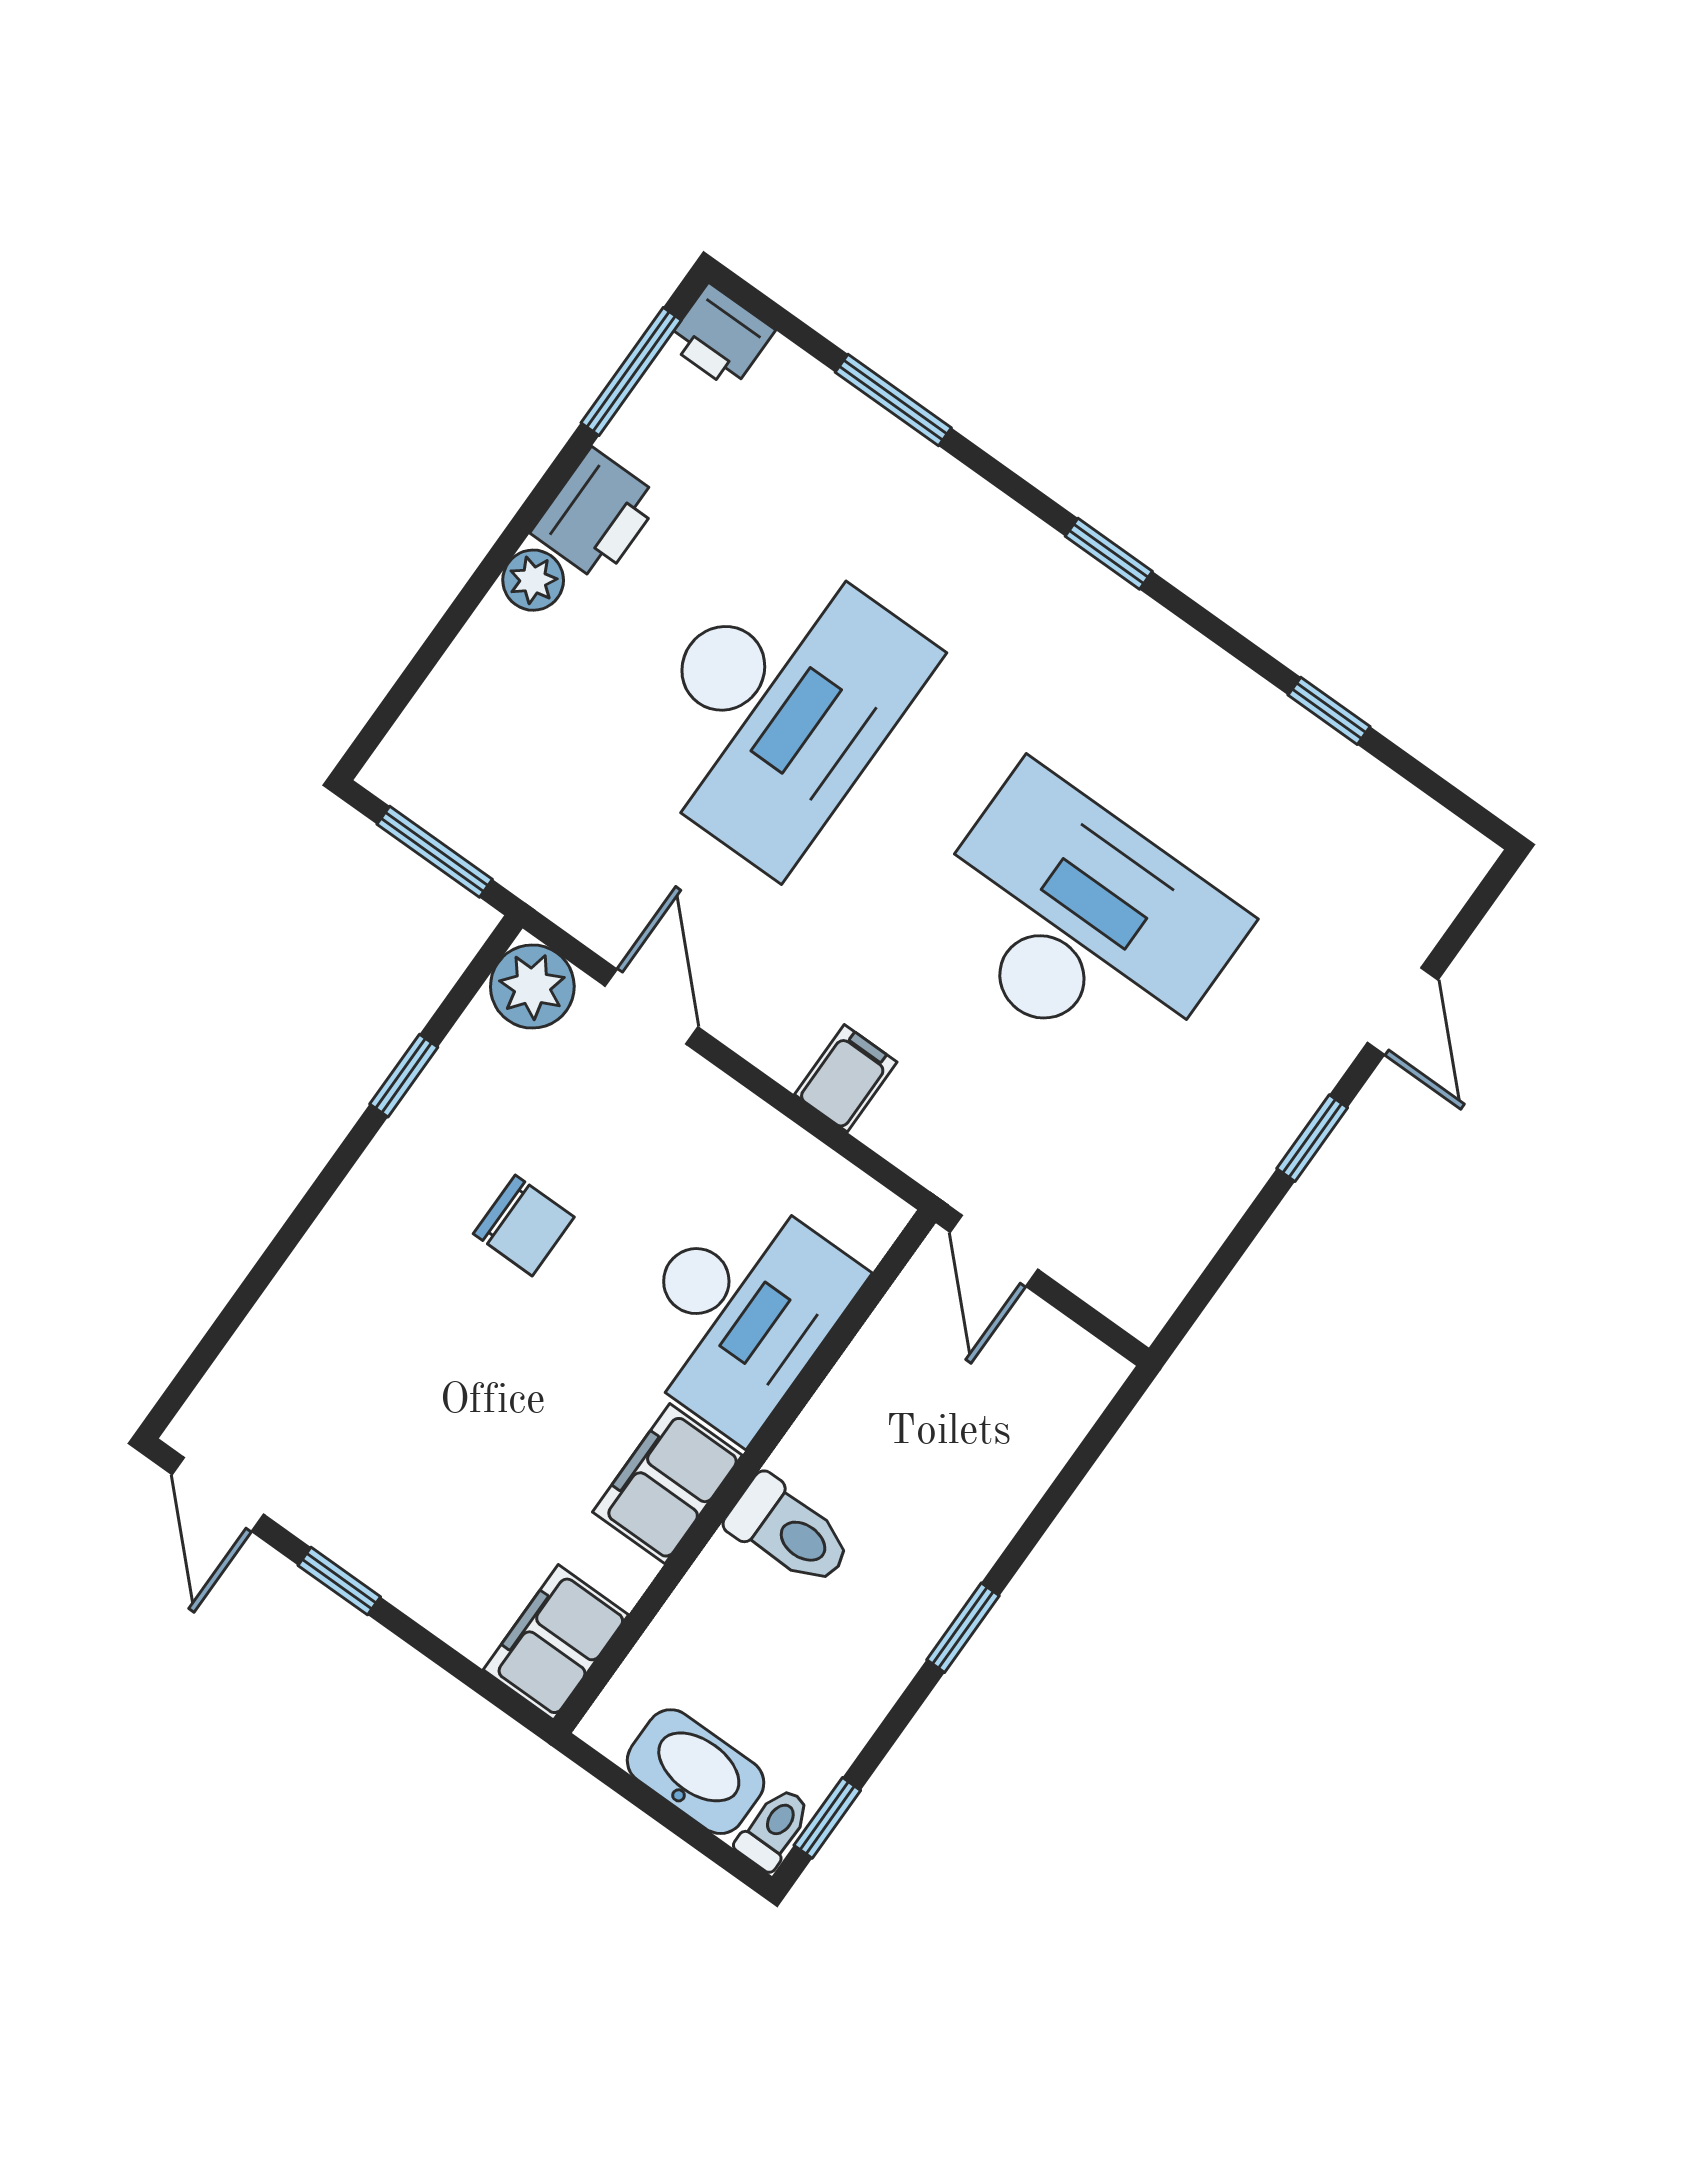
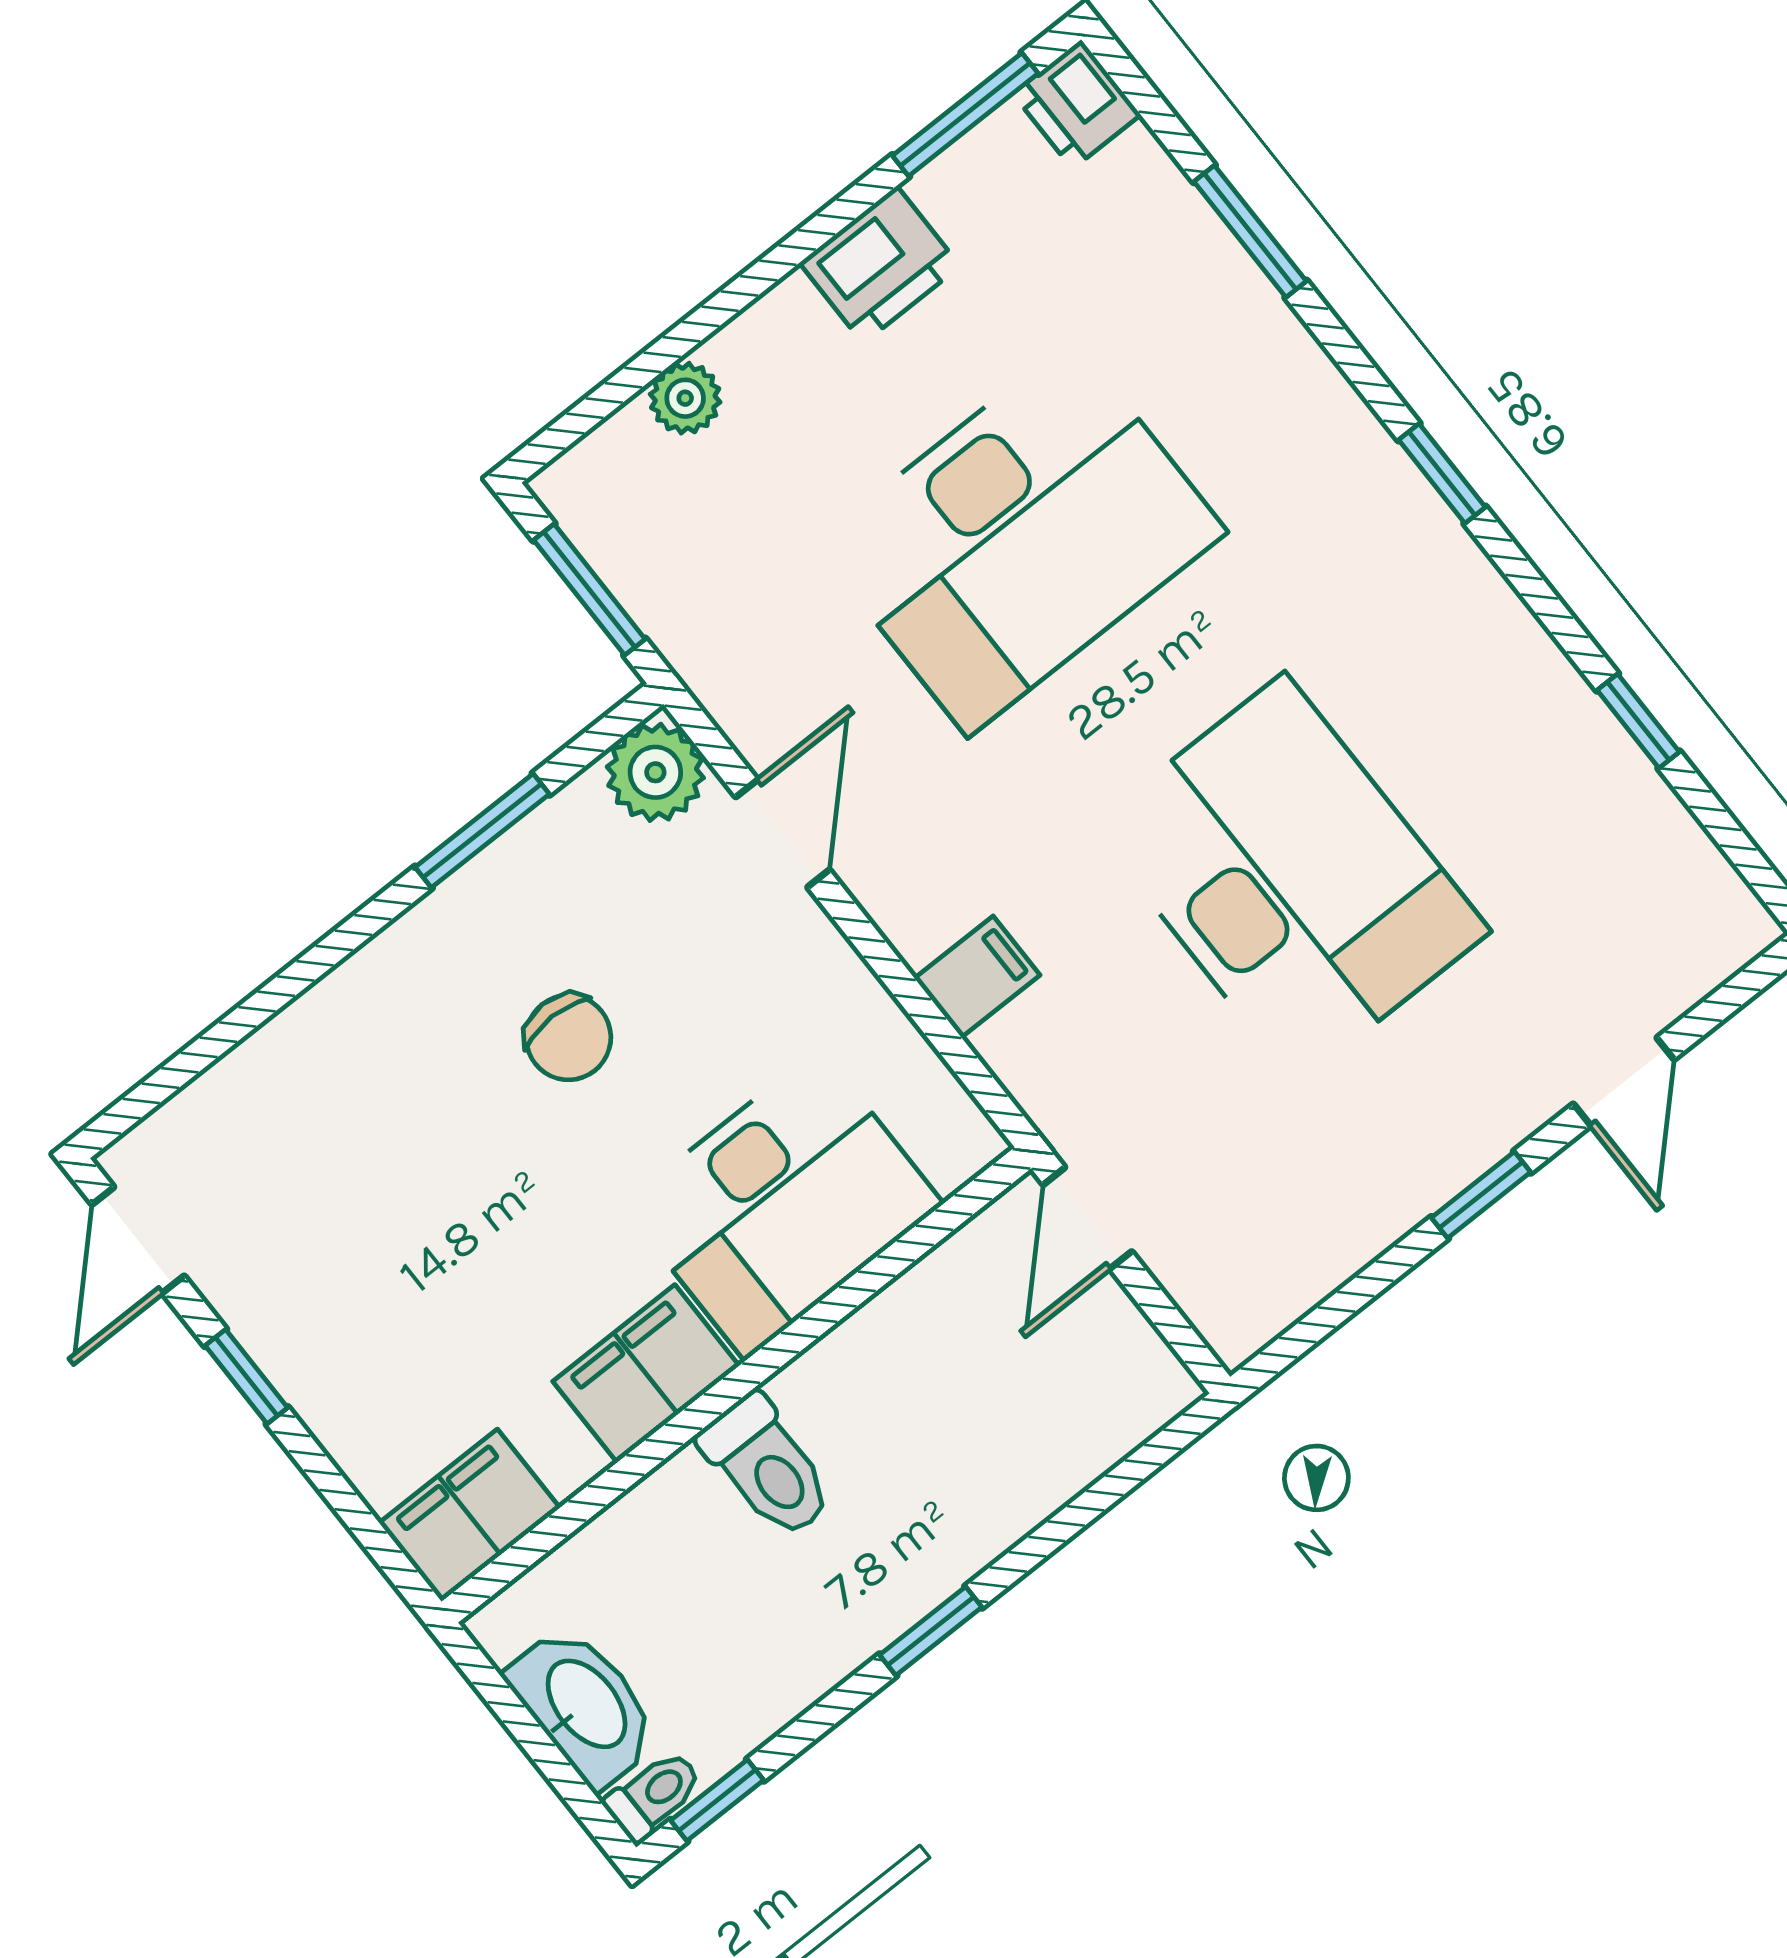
plant: (533, 580) -> (685, 398), moved
window: (404, 1076) -> (482, 831), width x1.50

